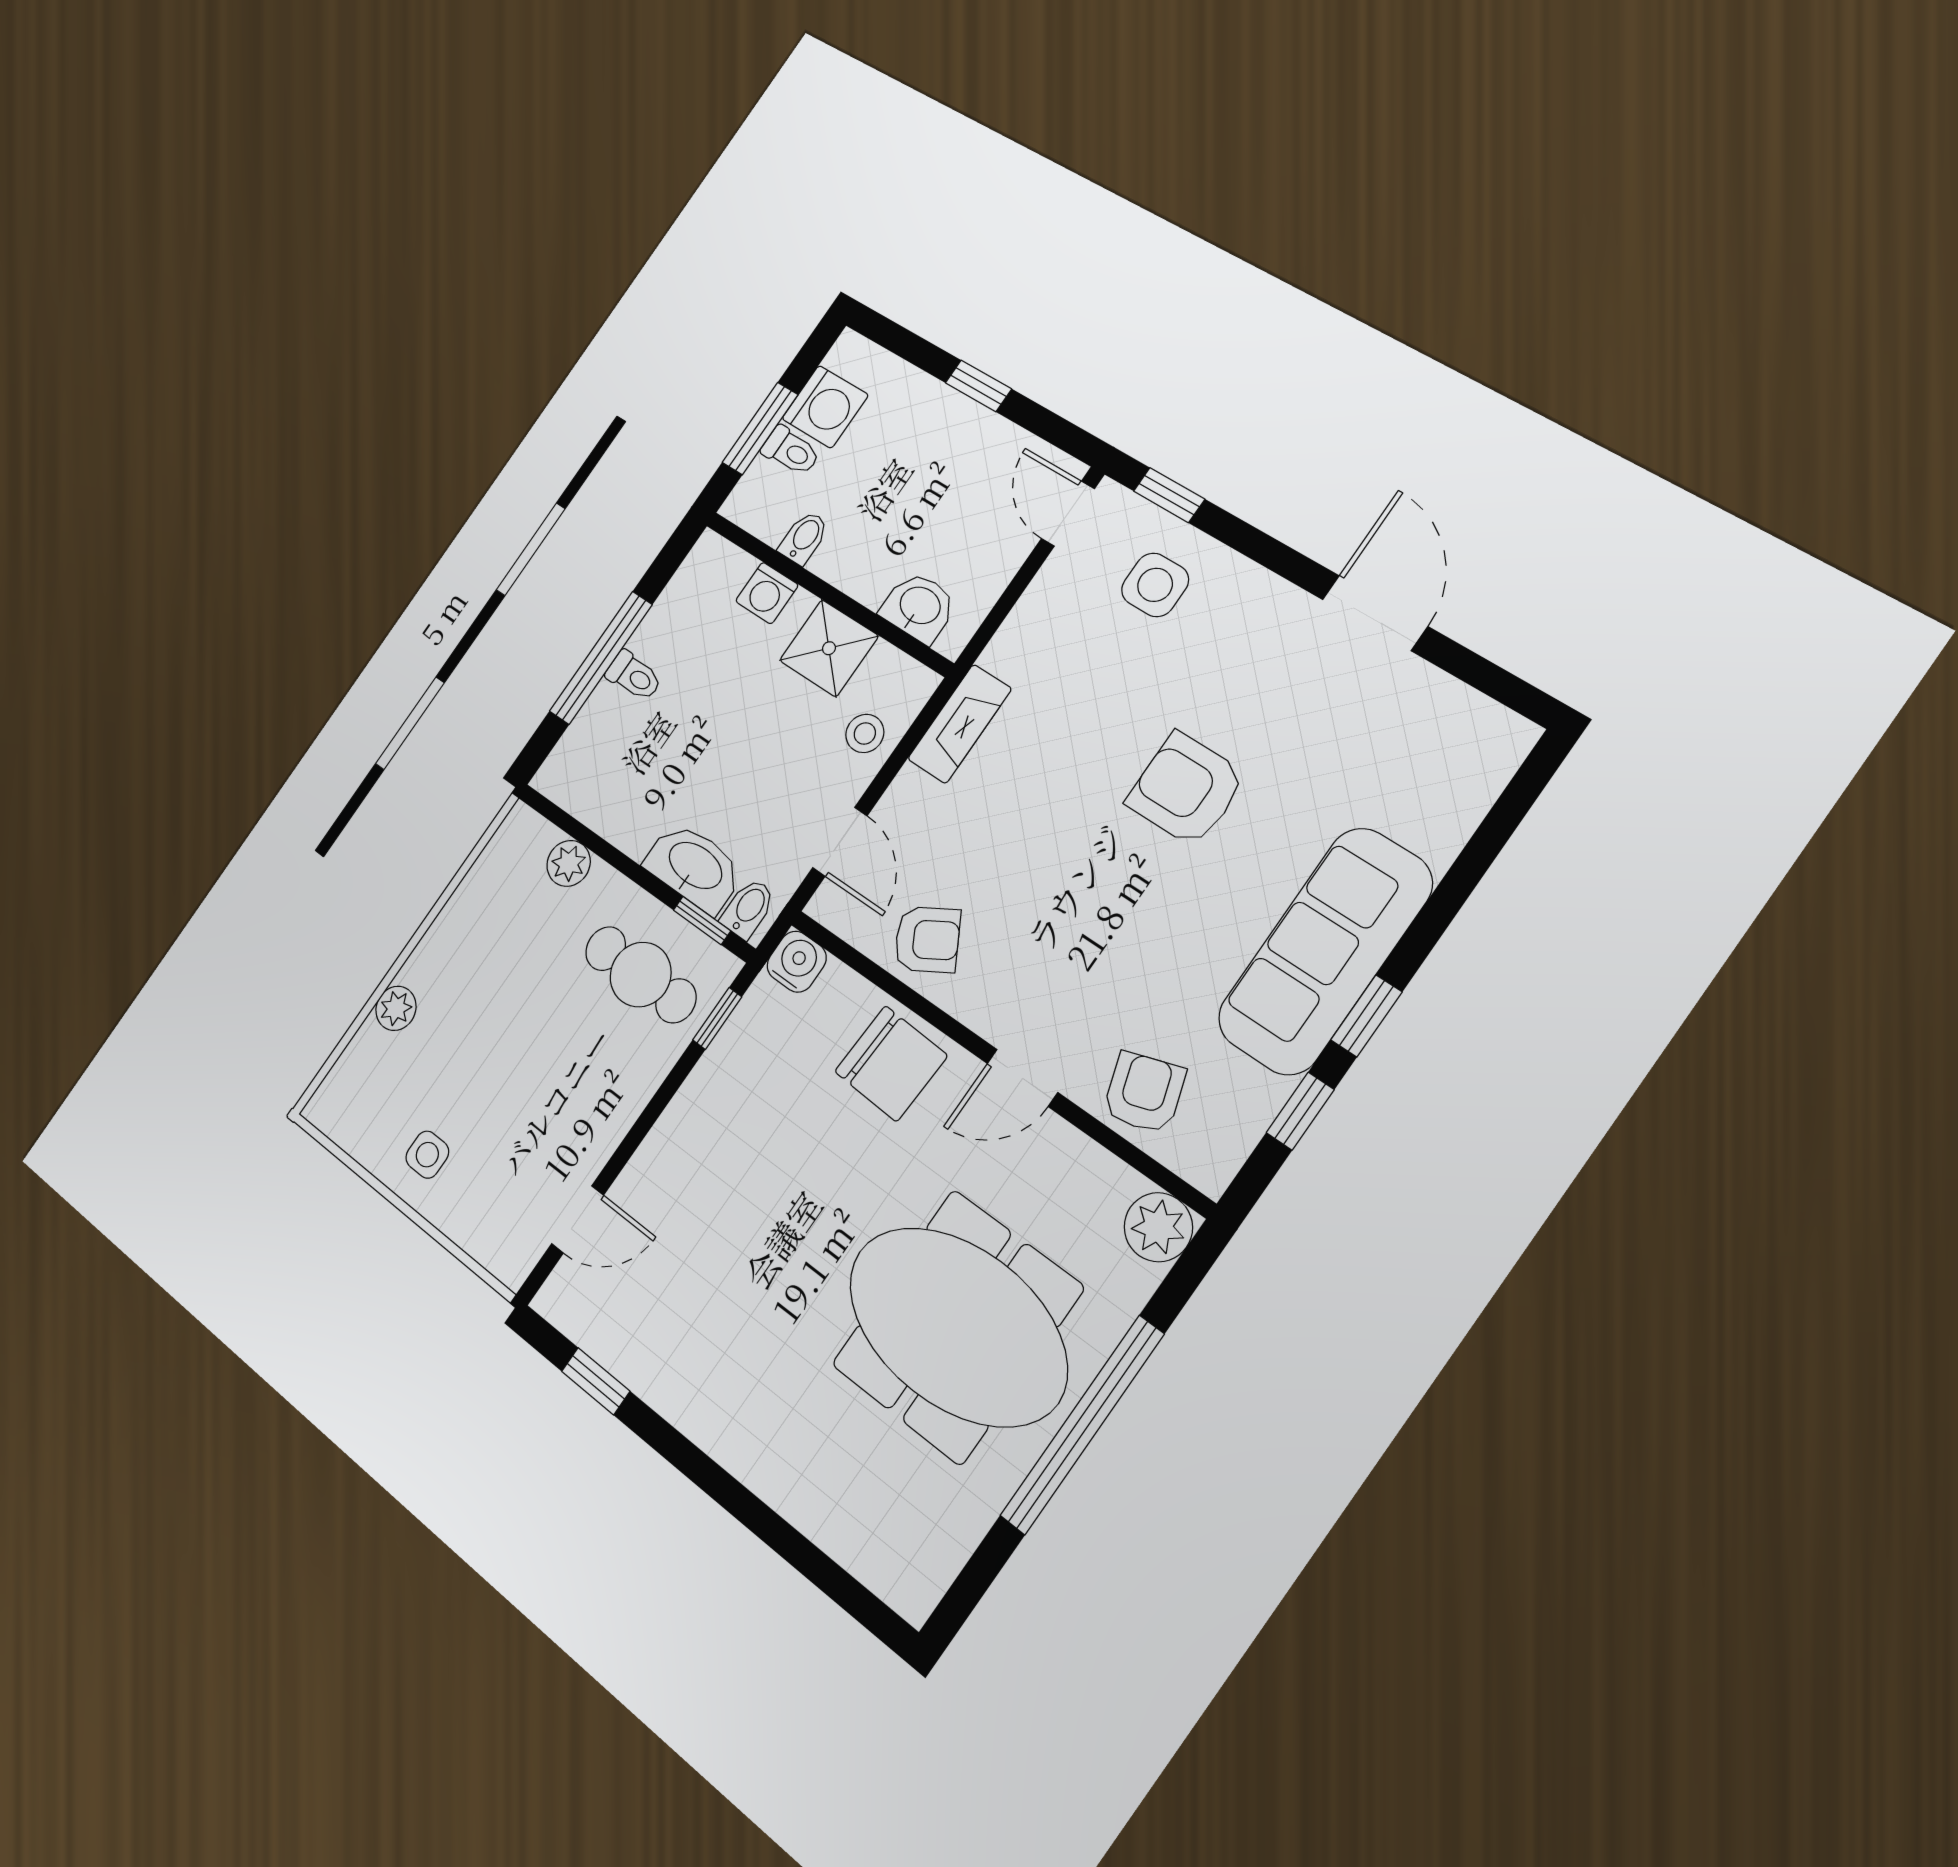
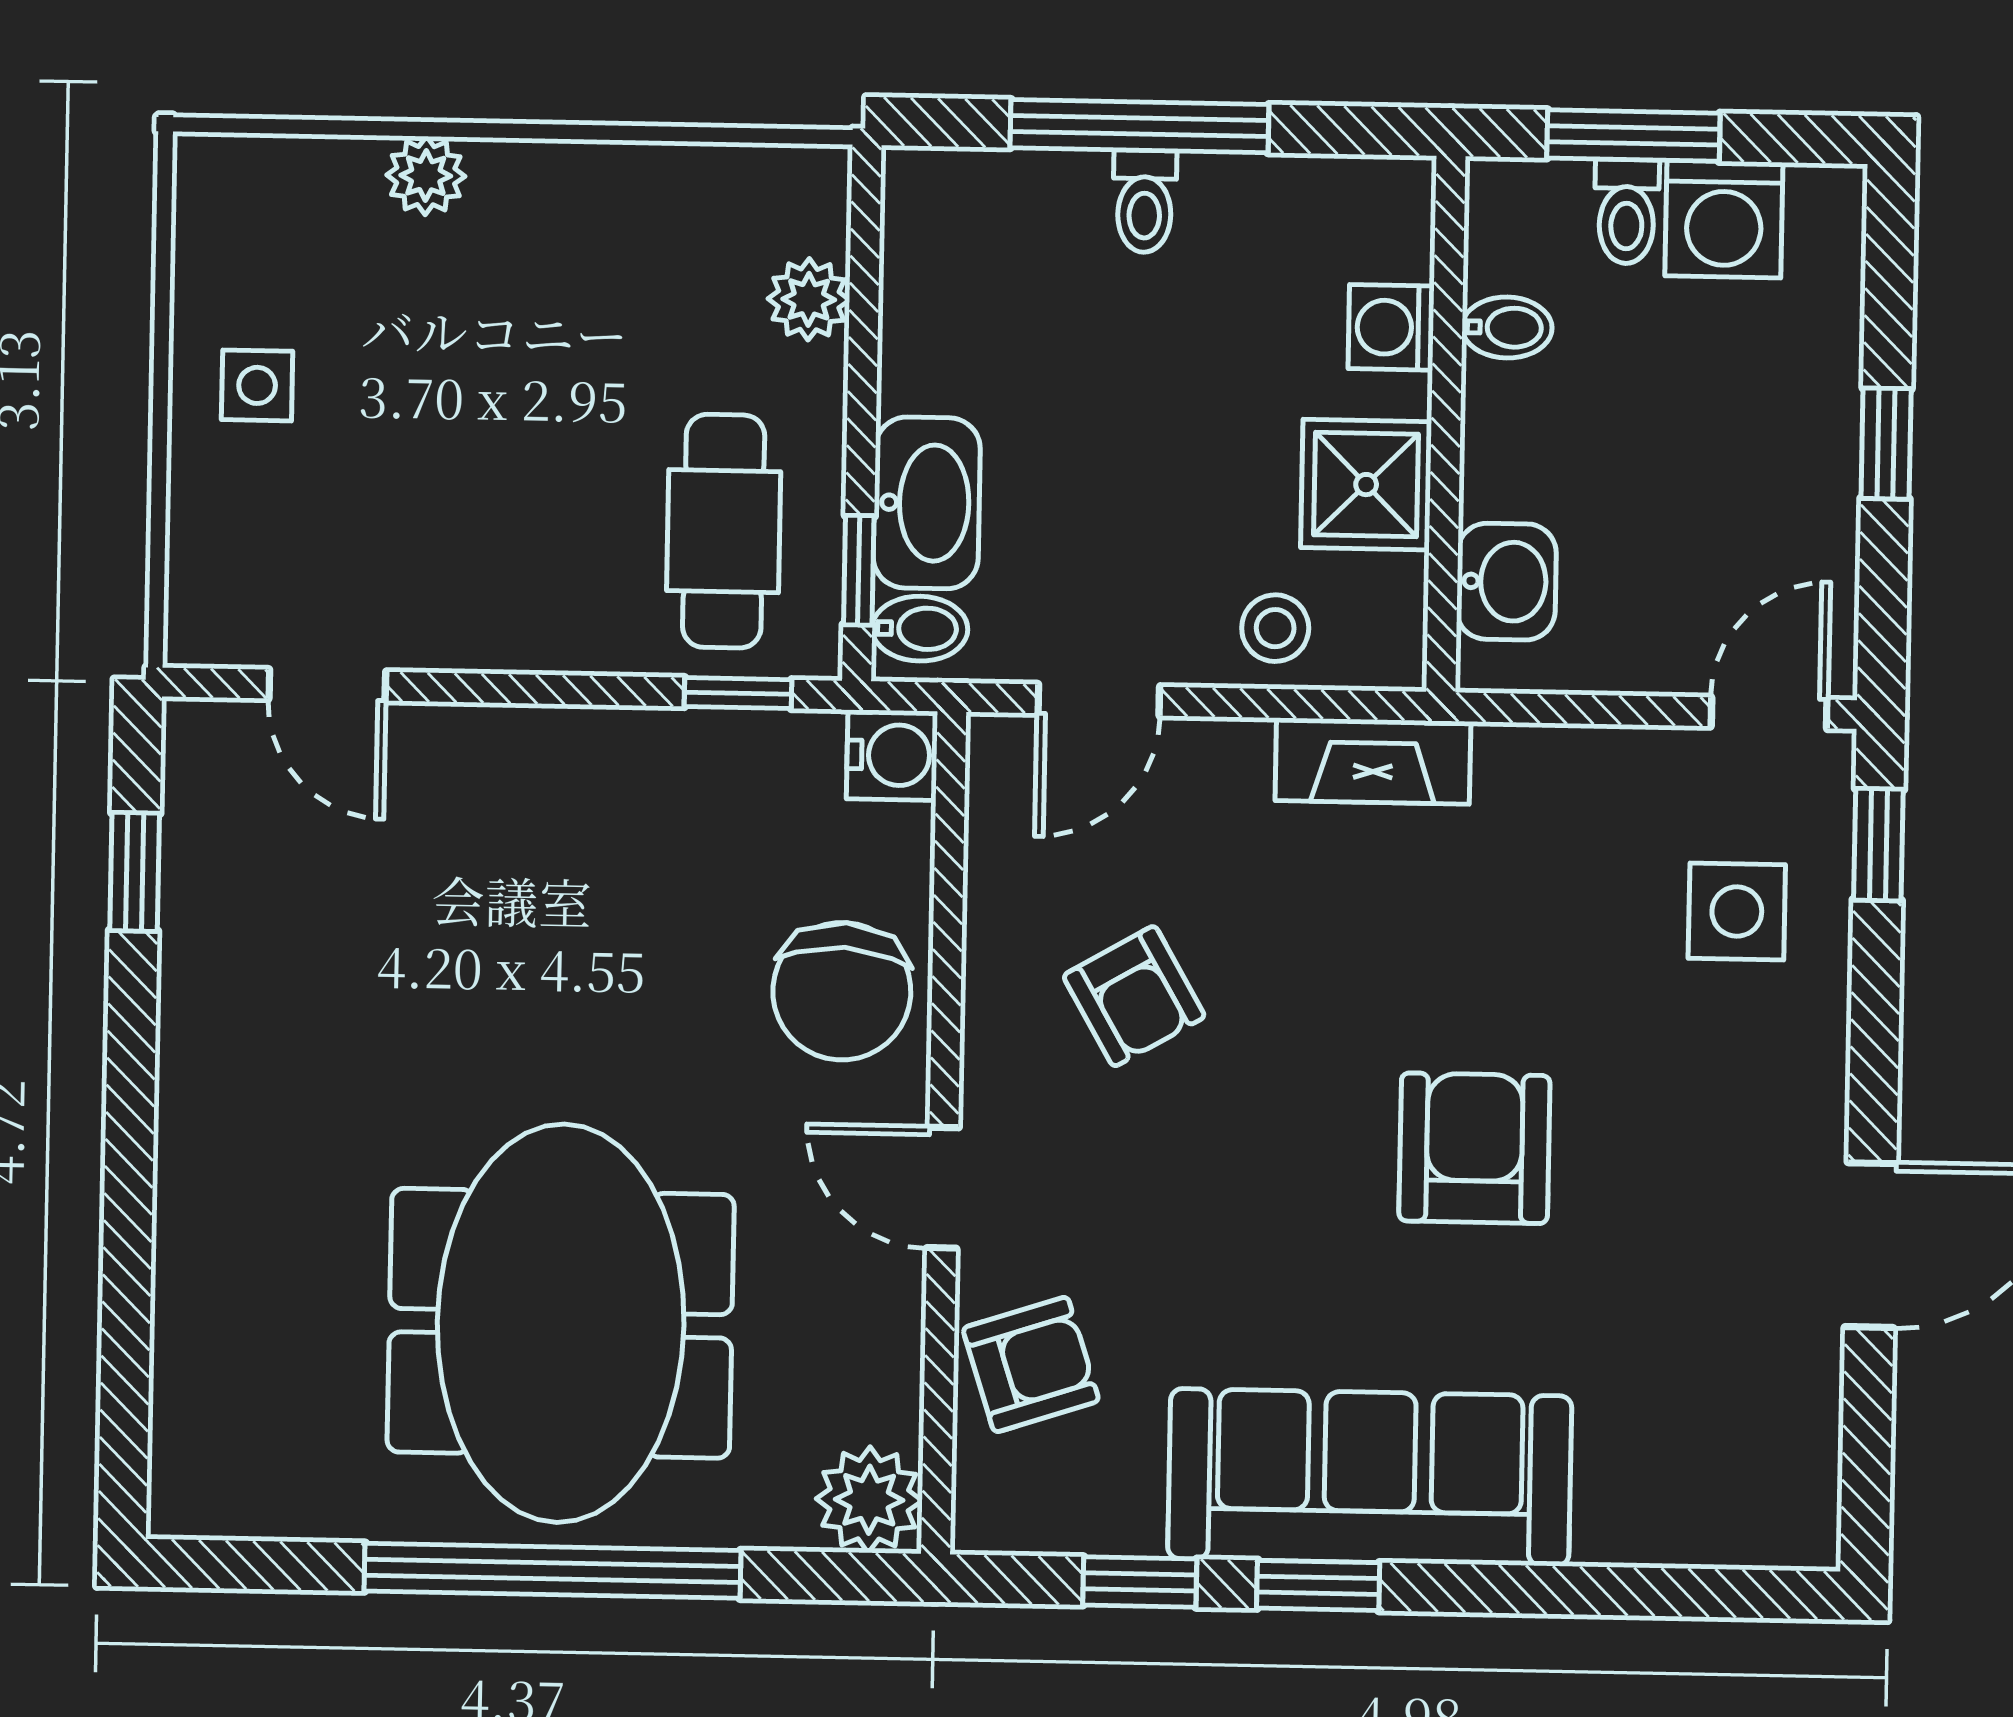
armchair: (927, 940) -> (1134, 996), moved

